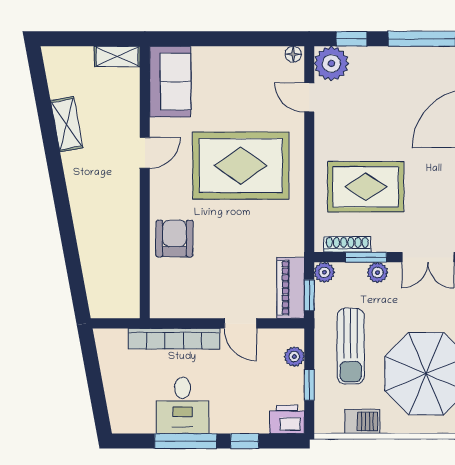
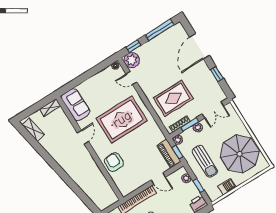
shelving: (67, 124) -> (33, 130), moved

